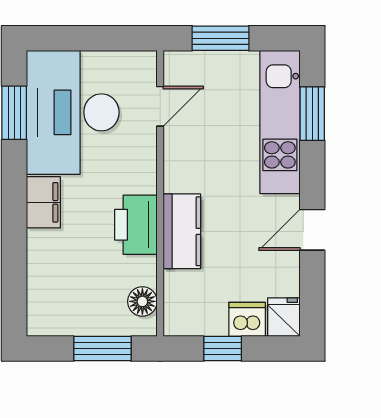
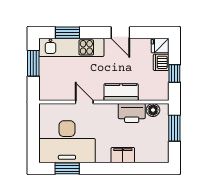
window: (220, 38) -> (33, 63), moved
door: (160, 106) -> (84, 102), moved
filing cabinet: (43, 202) -> (123, 155), moved
printer: (136, 225) -> (132, 113), moved

